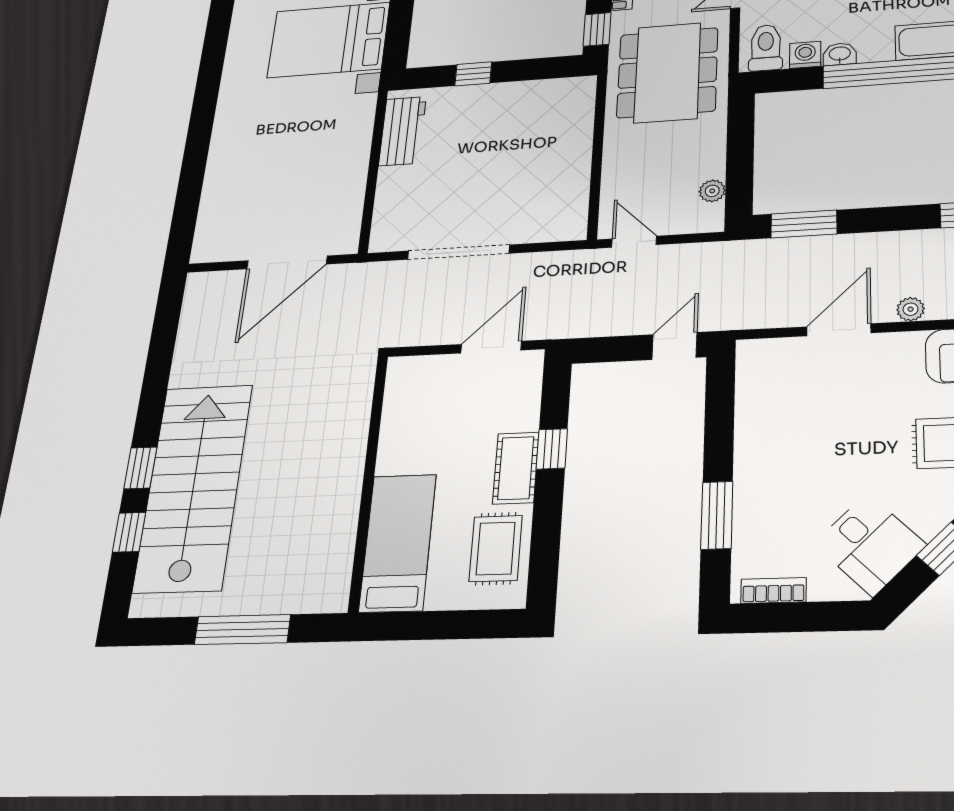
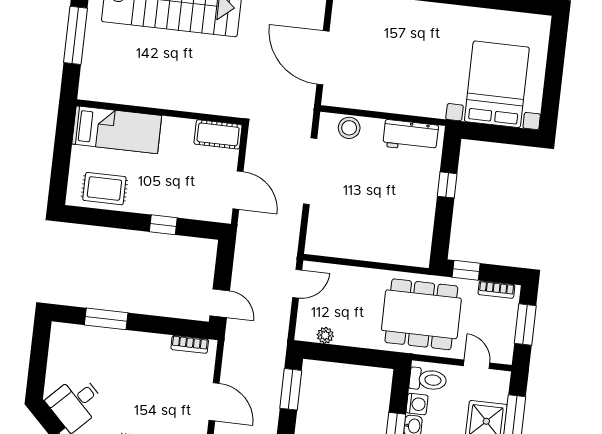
stool: (392, 211) -> (349, 128), added
cot: (516, 468) -> (218, 134), moved
bookcase: (773, 590) -> (190, 344), moved, turned 90

